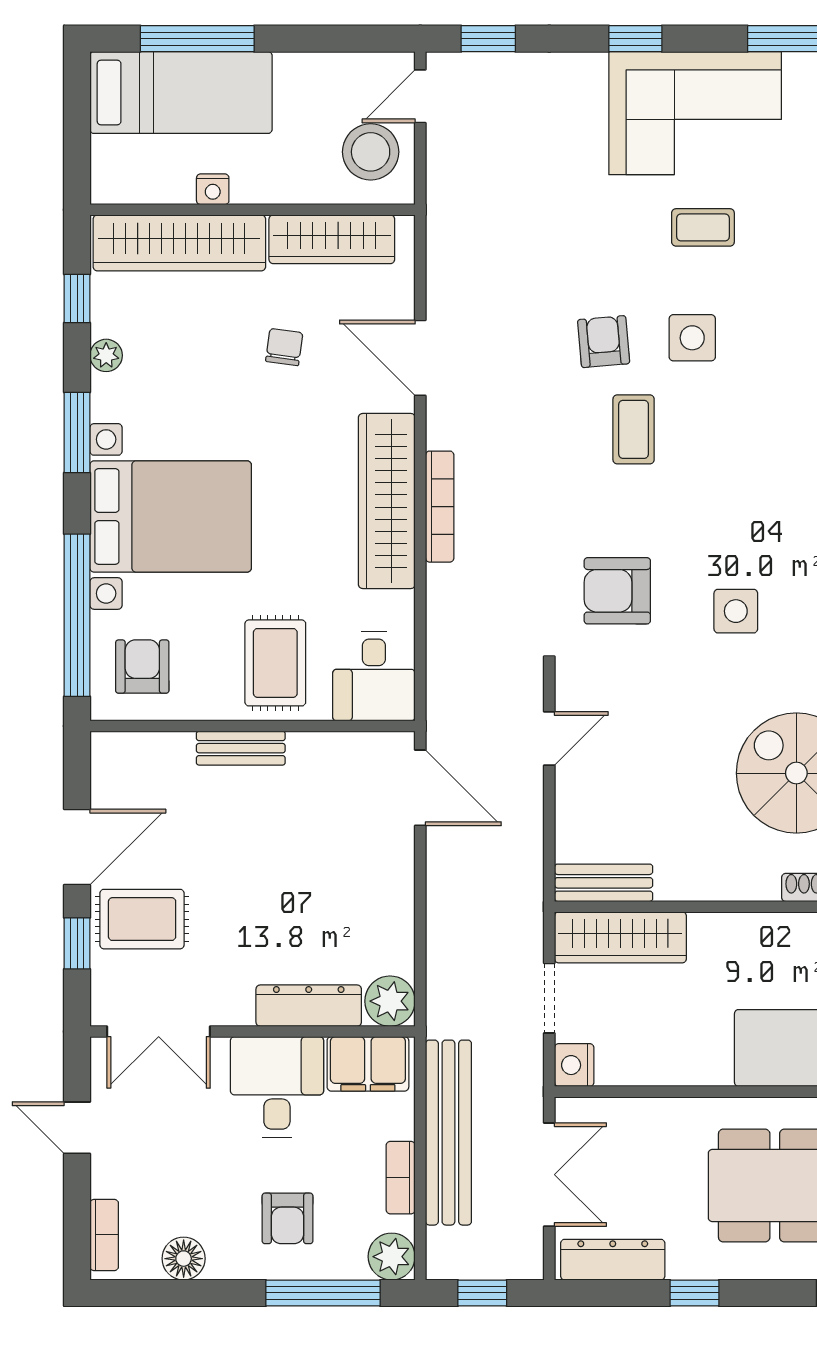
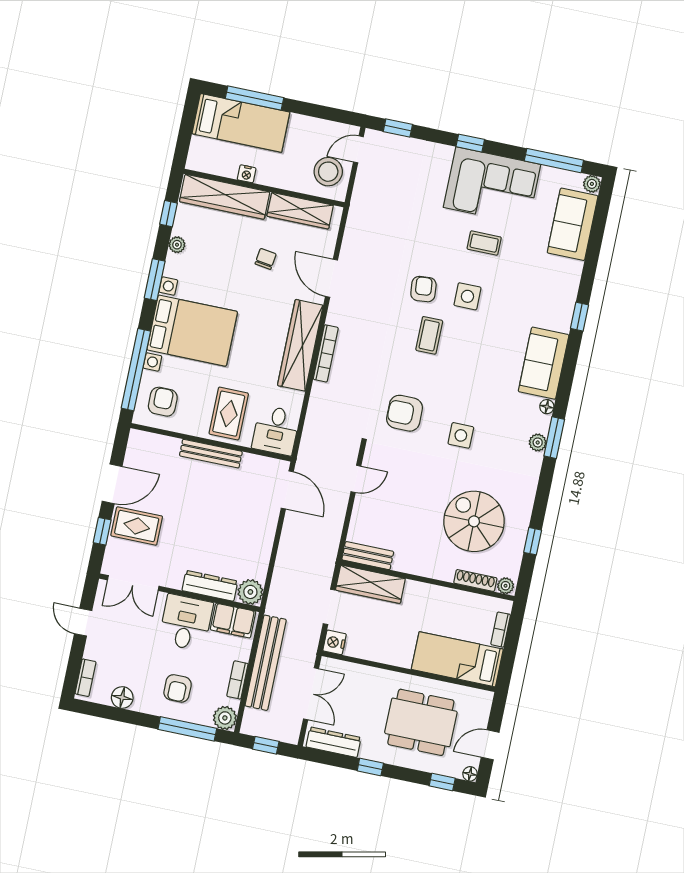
bench: (241, 748) -> (211, 454), width x1.36

